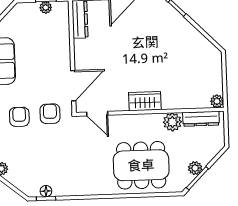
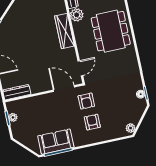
wardrobe: (145, 101) -> (64, 31), width x1.50
armchair: (50, 114) -> (86, 101), turned -90
armchair: (19, 117) -> (92, 122), turned 90

